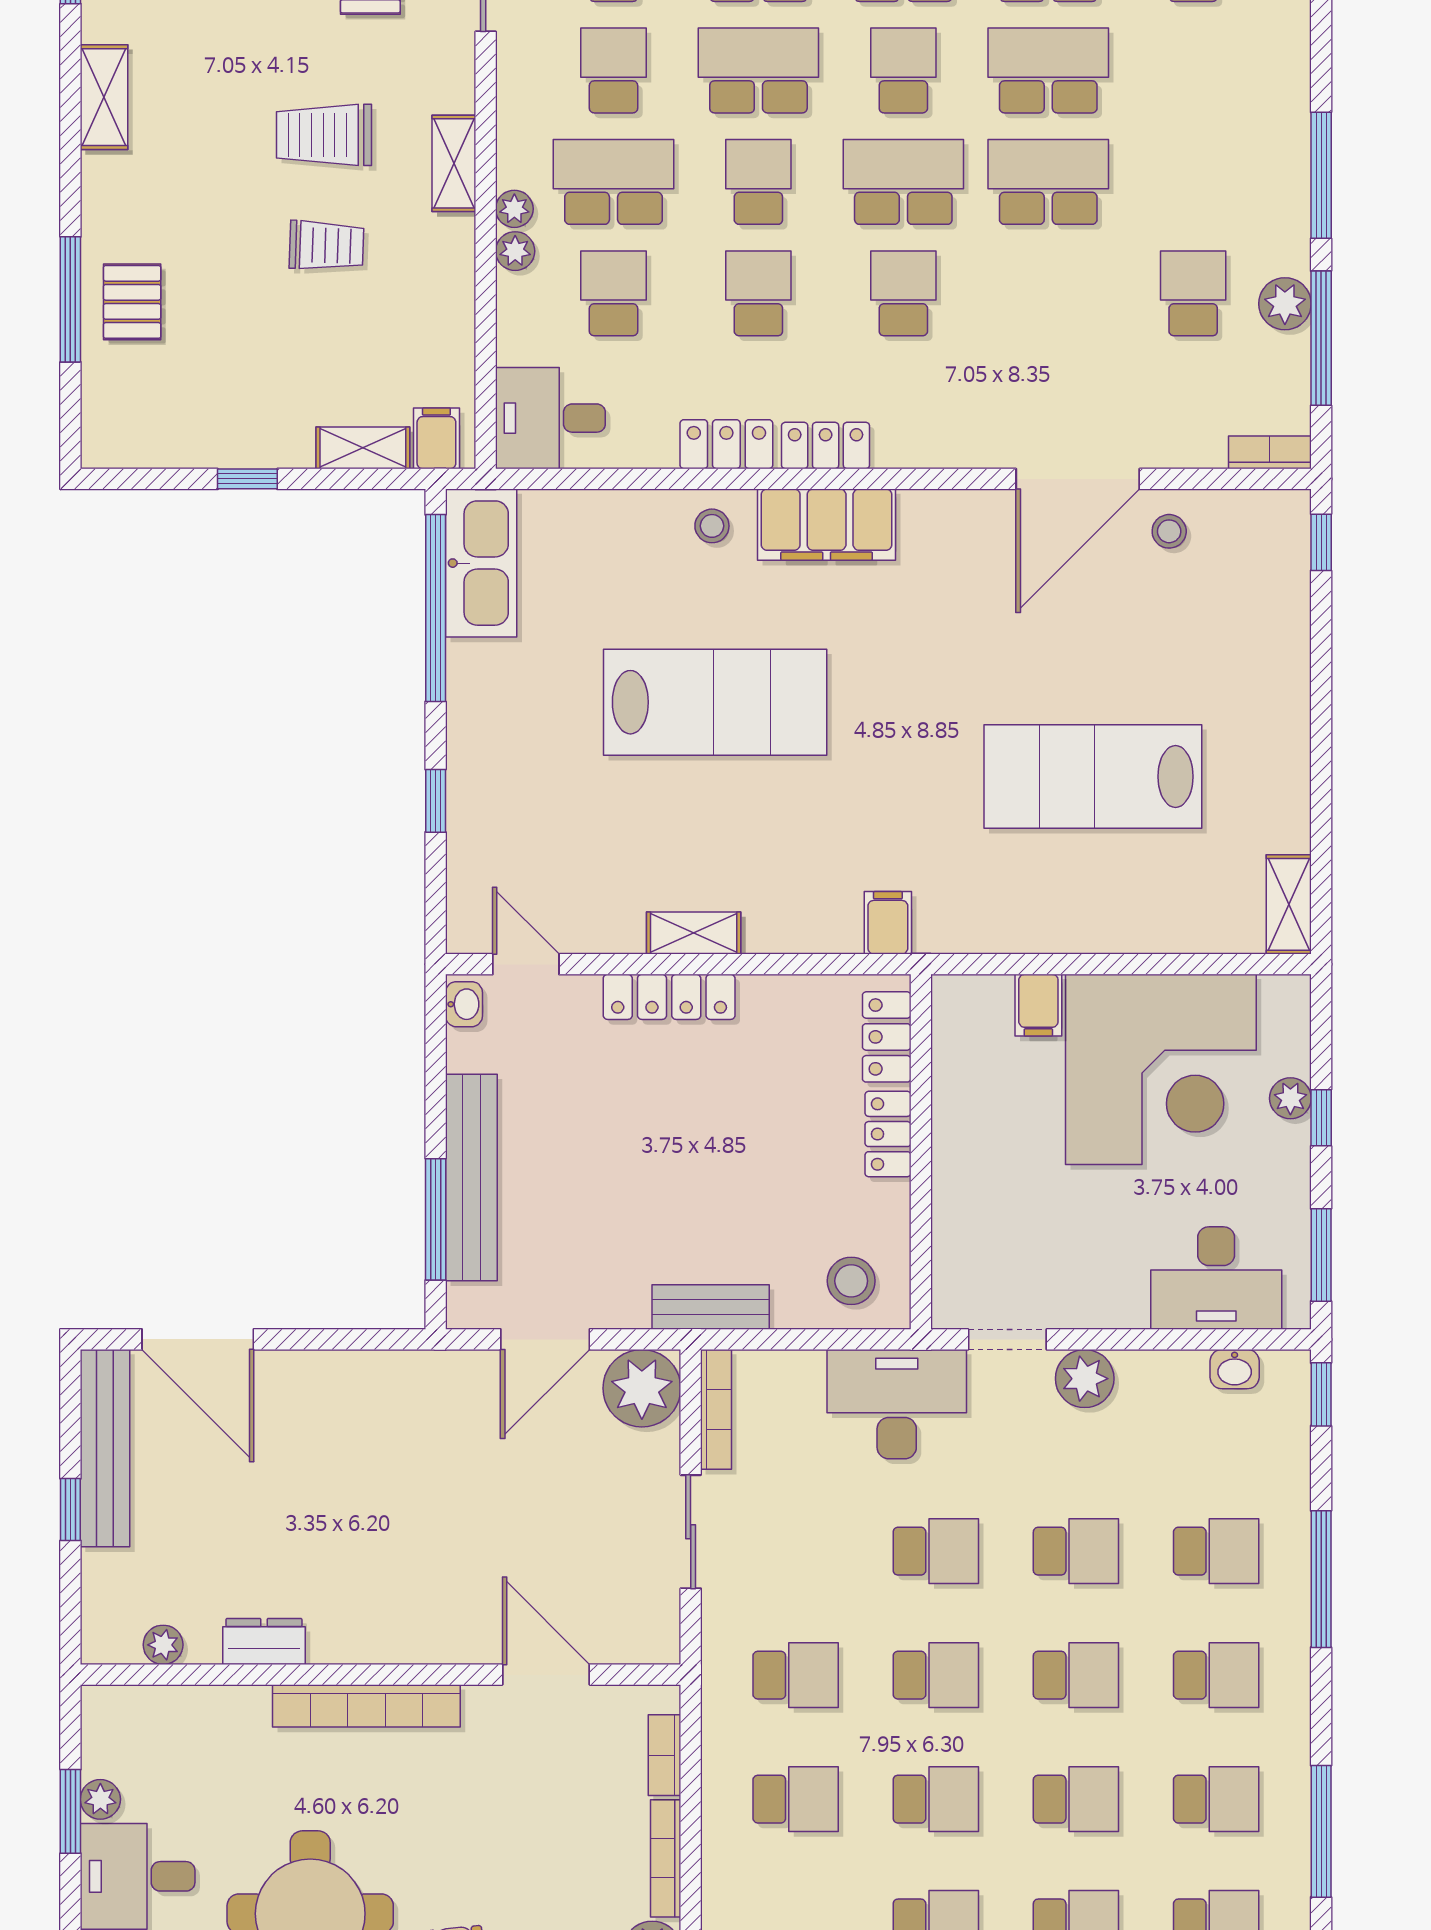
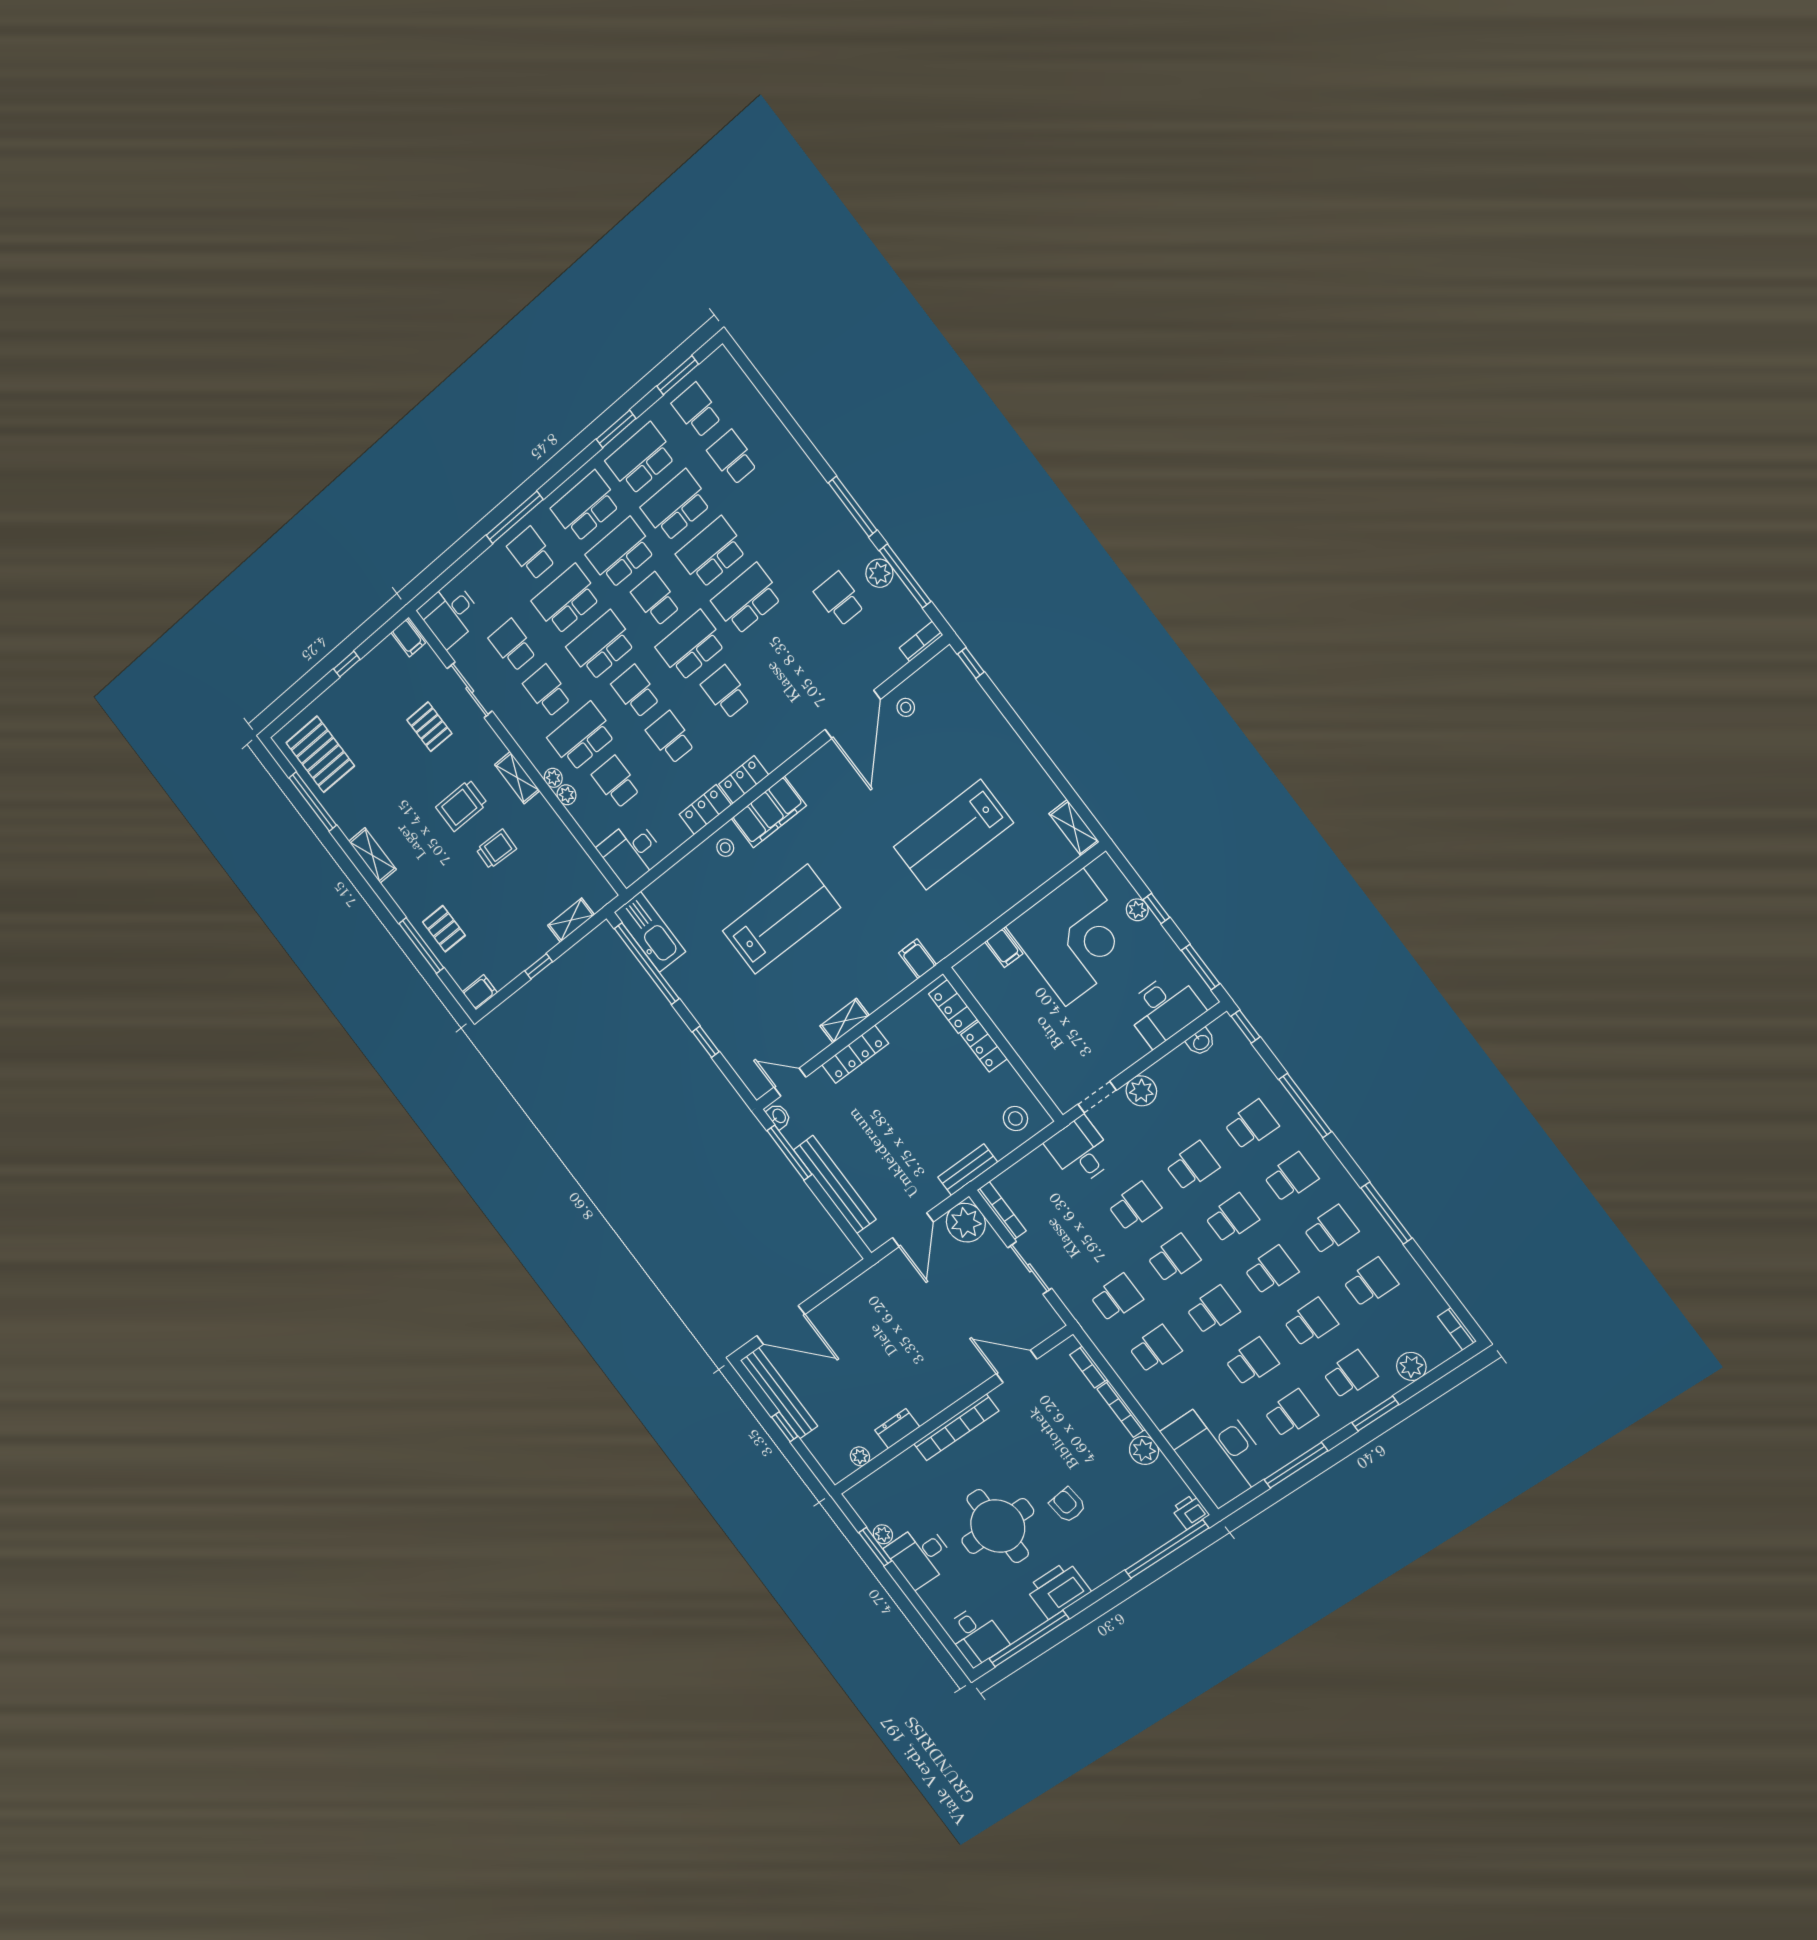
filing cabinet: (436, 438) -> (480, 992), moved, turned 90
window: (436, 1219) -> (789, 1153), moved
desk: (897, 1404) -> (1080, 1151), width x0.73

